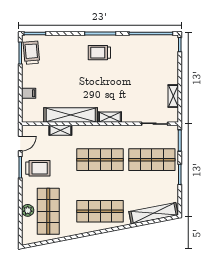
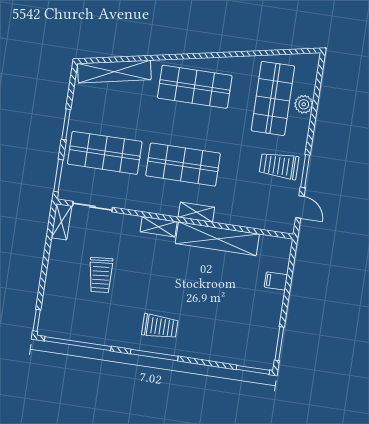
trolley: (31, 53) -> (101, 275), moved
shelving: (173, 96) -> (61, 222), moved
shelving: (60, 130) -> (196, 212), moved
door: (20, 144) -> (300, 207), swing flipped

